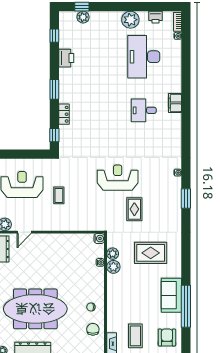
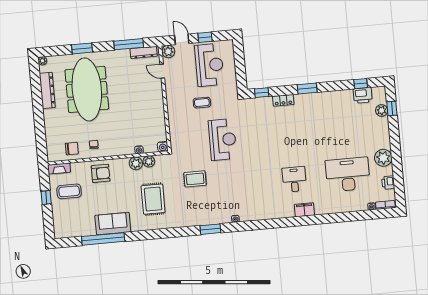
printer: (66, 58) -> (363, 95), moved
reception desk: (118, 178) -> (223, 140), moved
armchair: (167, 338) -> (101, 173), moved

